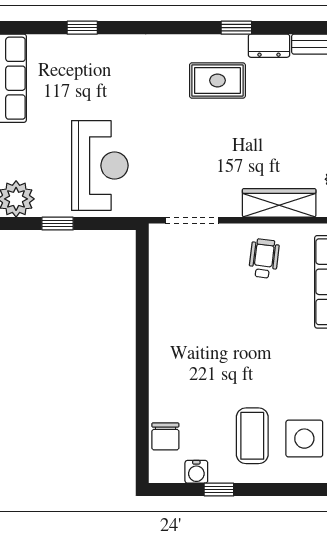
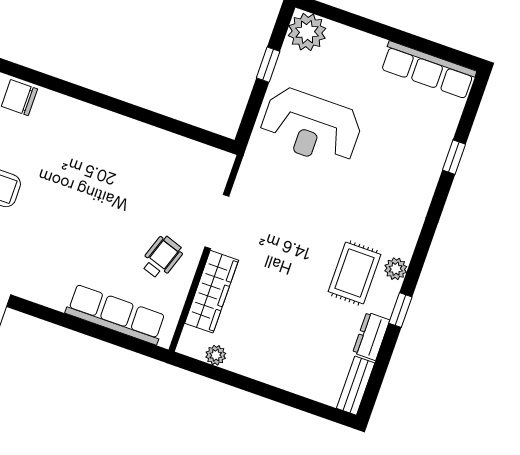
plant: (201, 45) -> (396, 269), added
doorway: (192, 220) -> (217, 221), moved
wheelchair: (264, 258) -> (162, 257), turned -78

